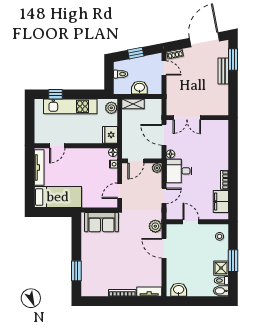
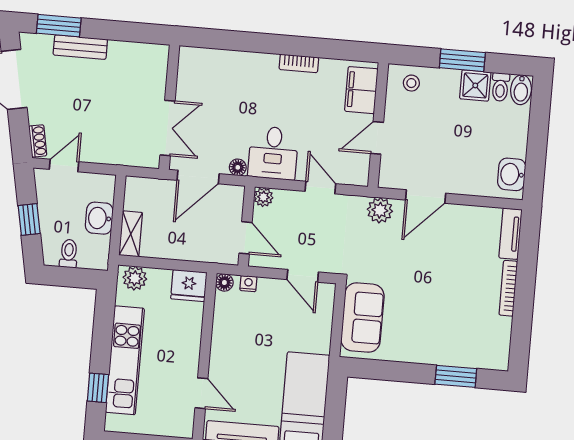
filing cabinet: (221, 202) -> (361, 90), moved, turned 90

